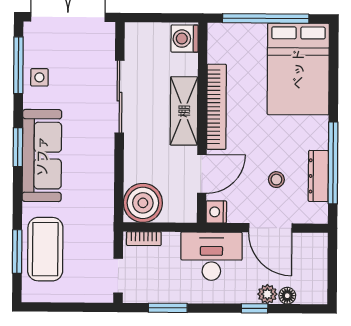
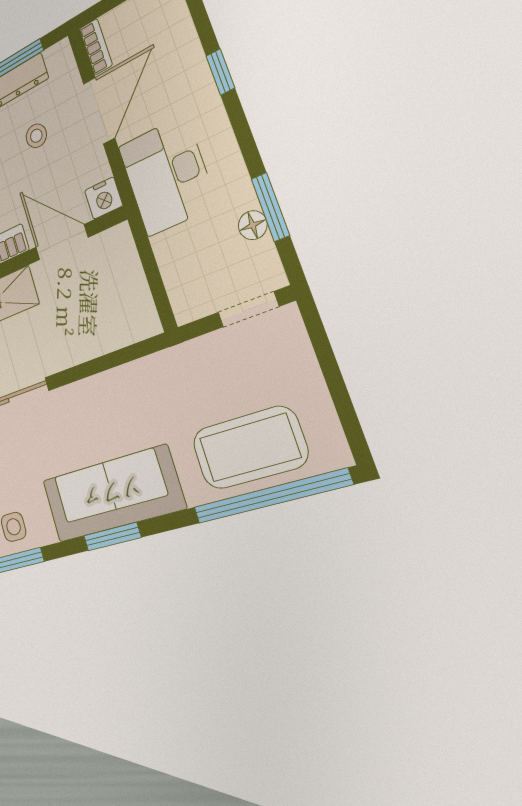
boiler: (143, 203) -> (127, 313), removed
bookcase: (144, 239) -> (96, 47), moved
window: (17, 252) -> (270, 497), width x2.11
plant: (267, 294) -> (192, 65), removed
floor lamp: (287, 296) -> (253, 225), moved

